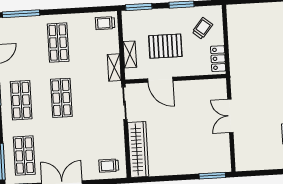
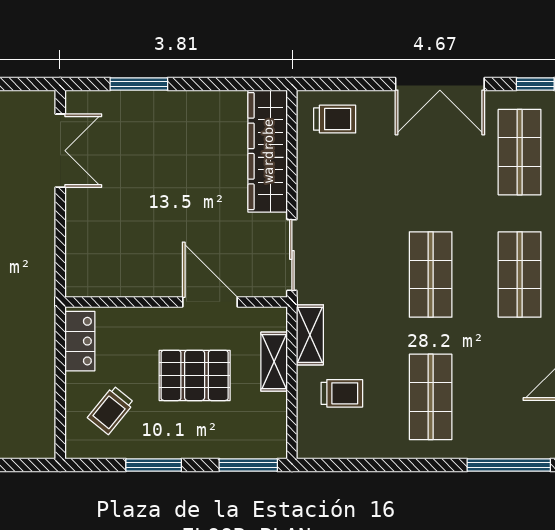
trolley: (105, 23) -> (342, 393), moved
double door: (230, 116) -> (60, 151), moved
window: (212, 176) -> (139, 84), moved

